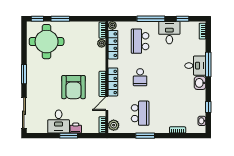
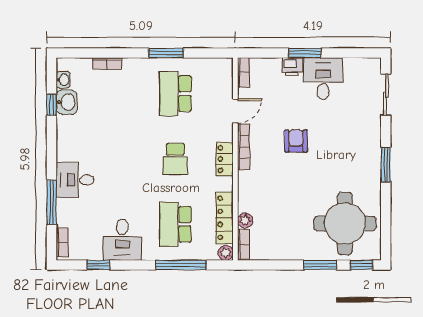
window: (151, 19) -> (181, 265), moved
school desk: (140, 41) -> (175, 224), turned 180
window: (208, 65) -> (52, 202), moved
school desk: (140, 77) -> (175, 159), turned 180
locker: (113, 82) -> (225, 159), width x0.66
washbasin: (200, 83) -> (67, 102), moved
armchair: (73, 87) -> (296, 141), width x0.53, depth x0.53
sliding door: (24, 113) -> (386, 95), width x0.73
plant: (114, 125) -> (223, 72), removed

